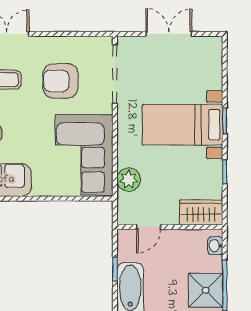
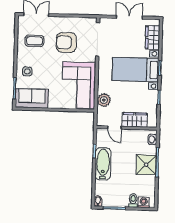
wardrobe: (211, 68) -> (153, 38), added
wardrobe: (201, 212) -> (135, 120), moved
door: (149, 227) -> (114, 128), hinge flipped

